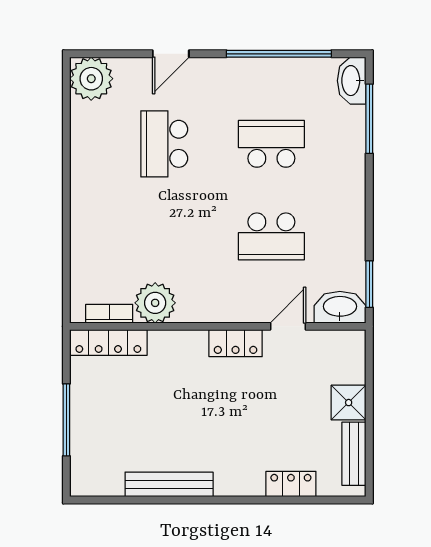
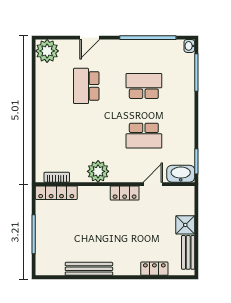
washbasin: (352, 81) -> (189, 46), width x0.52, depth x0.69
plant: (155, 303) -> (98, 171), moved

